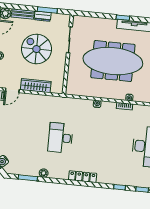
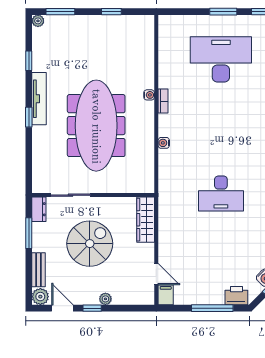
dresser: (43, 16) -> (39, 209), moved
spiral stairs: (36, 49) -> (90, 244), turned 180
wardrobe: (36, 86) -> (146, 220), moved

